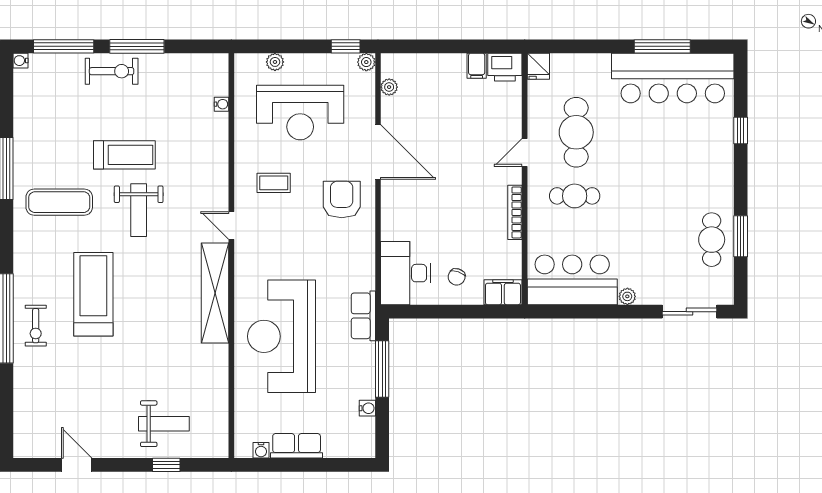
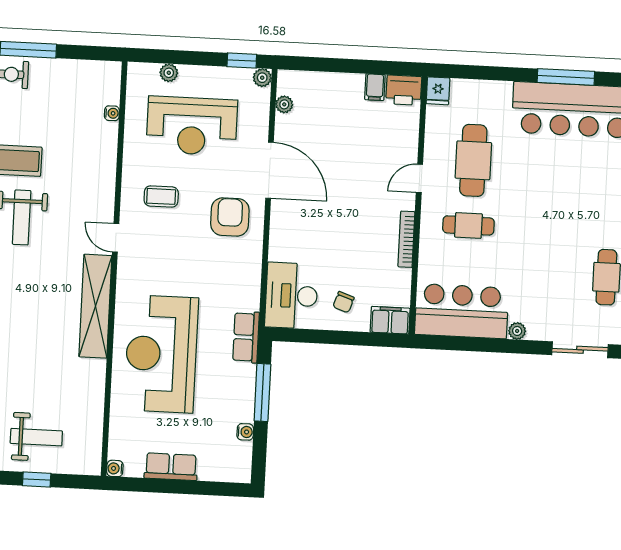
water cooler: (261, 450) -> (115, 468), moved, turned 90

